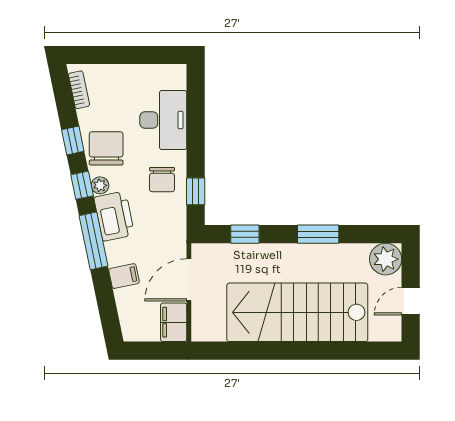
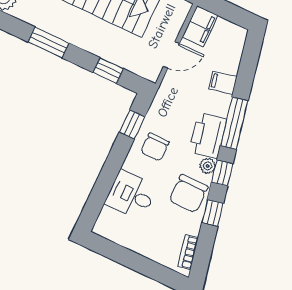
desk: (163, 120) -> (131, 195), width x0.73
chair: (162, 180) -> (155, 147), turned 180
door: (189, 280) -> (171, 55), width x0.73

